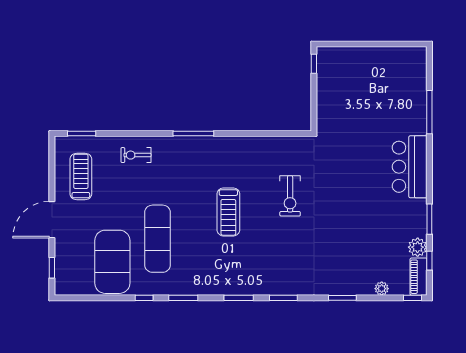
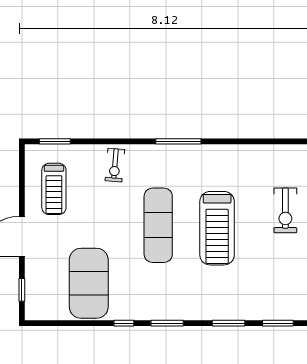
exercise bike: (136, 155) -> (115, 165), turned -85
treadmill: (81, 176) -> (54, 189), turned 180
treadmill: (228, 212) -> (217, 228), width x1.37, depth x1.38
exercise mat: (158, 239) -> (158, 225), moved

